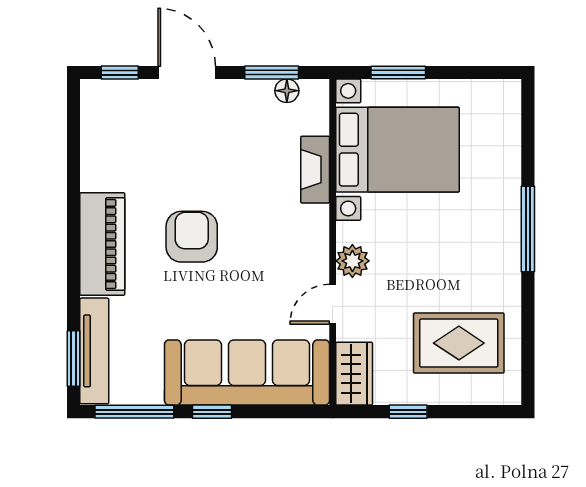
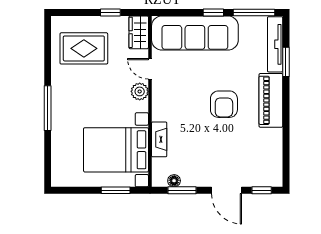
door: (333, 304) -> (150, 69), swing flipped
window: (73, 358) -> (286, 62), moved

